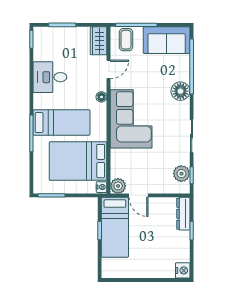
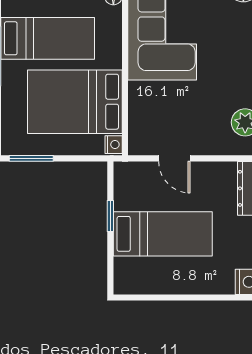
plant: (118, 186) -> (141, 143), removed
bed: (115, 227) -> (163, 234), moved, turned -90

